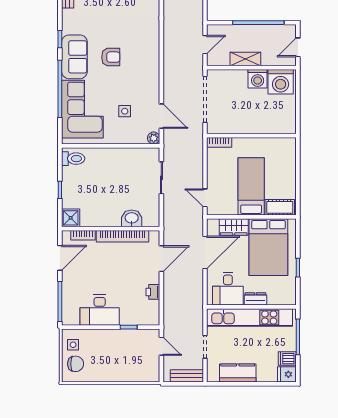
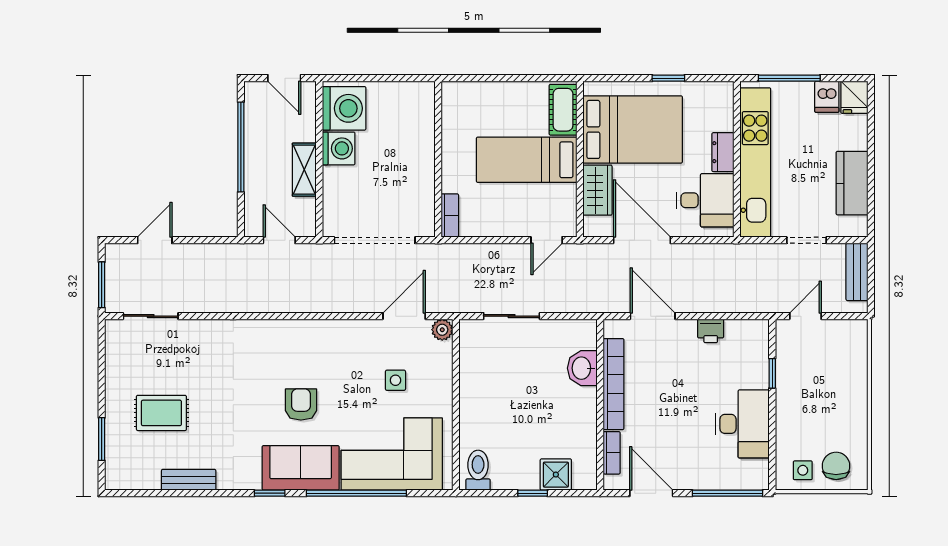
shower: (71, 218) -> (556, 475), moved

